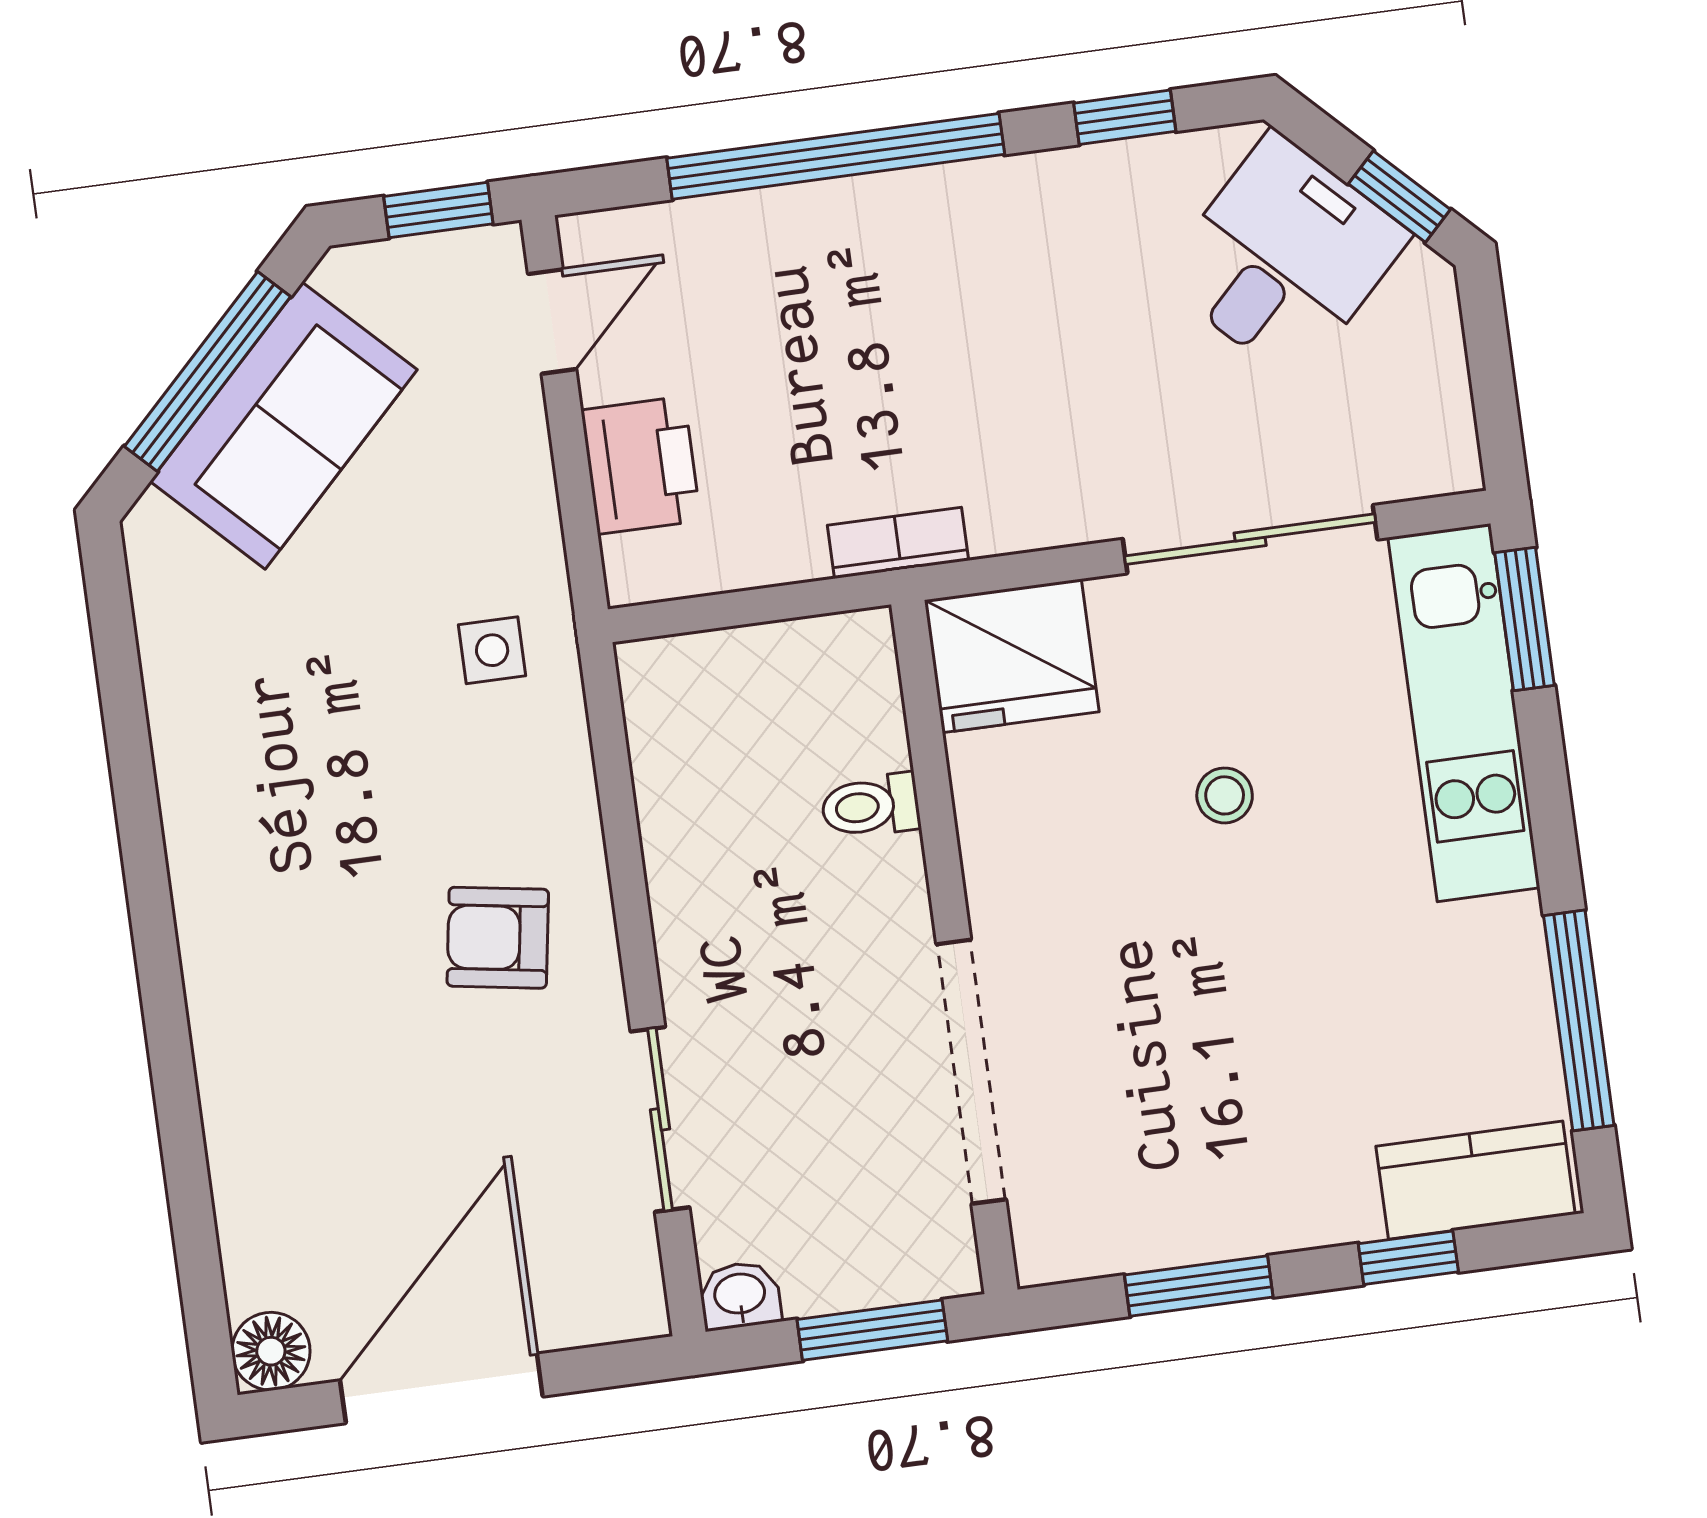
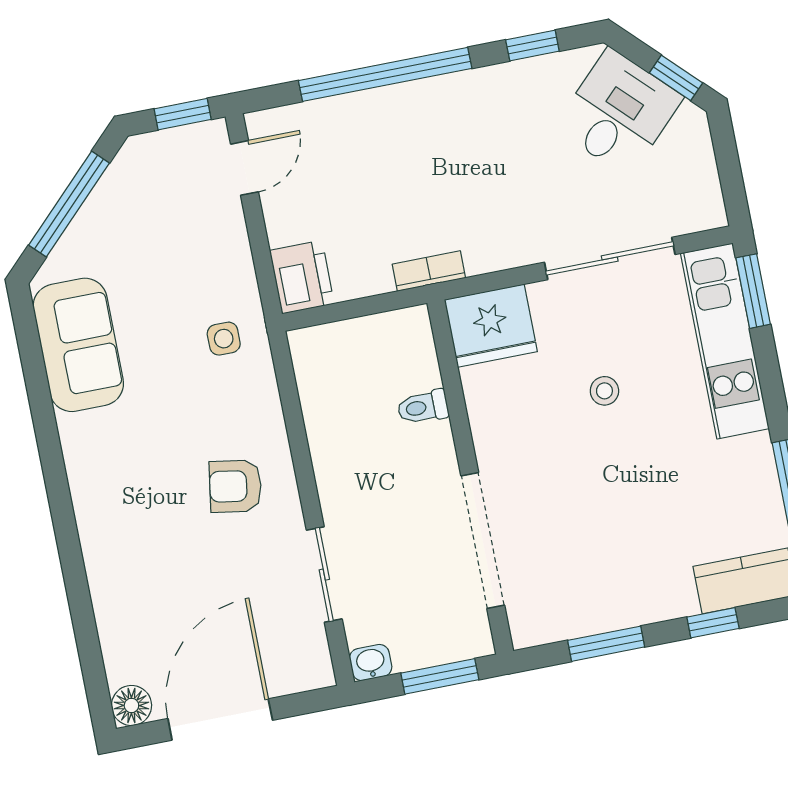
sofa: (284, 426) -> (78, 345), moved, turned -45
printer: (641, 465) -> (302, 277), moved

